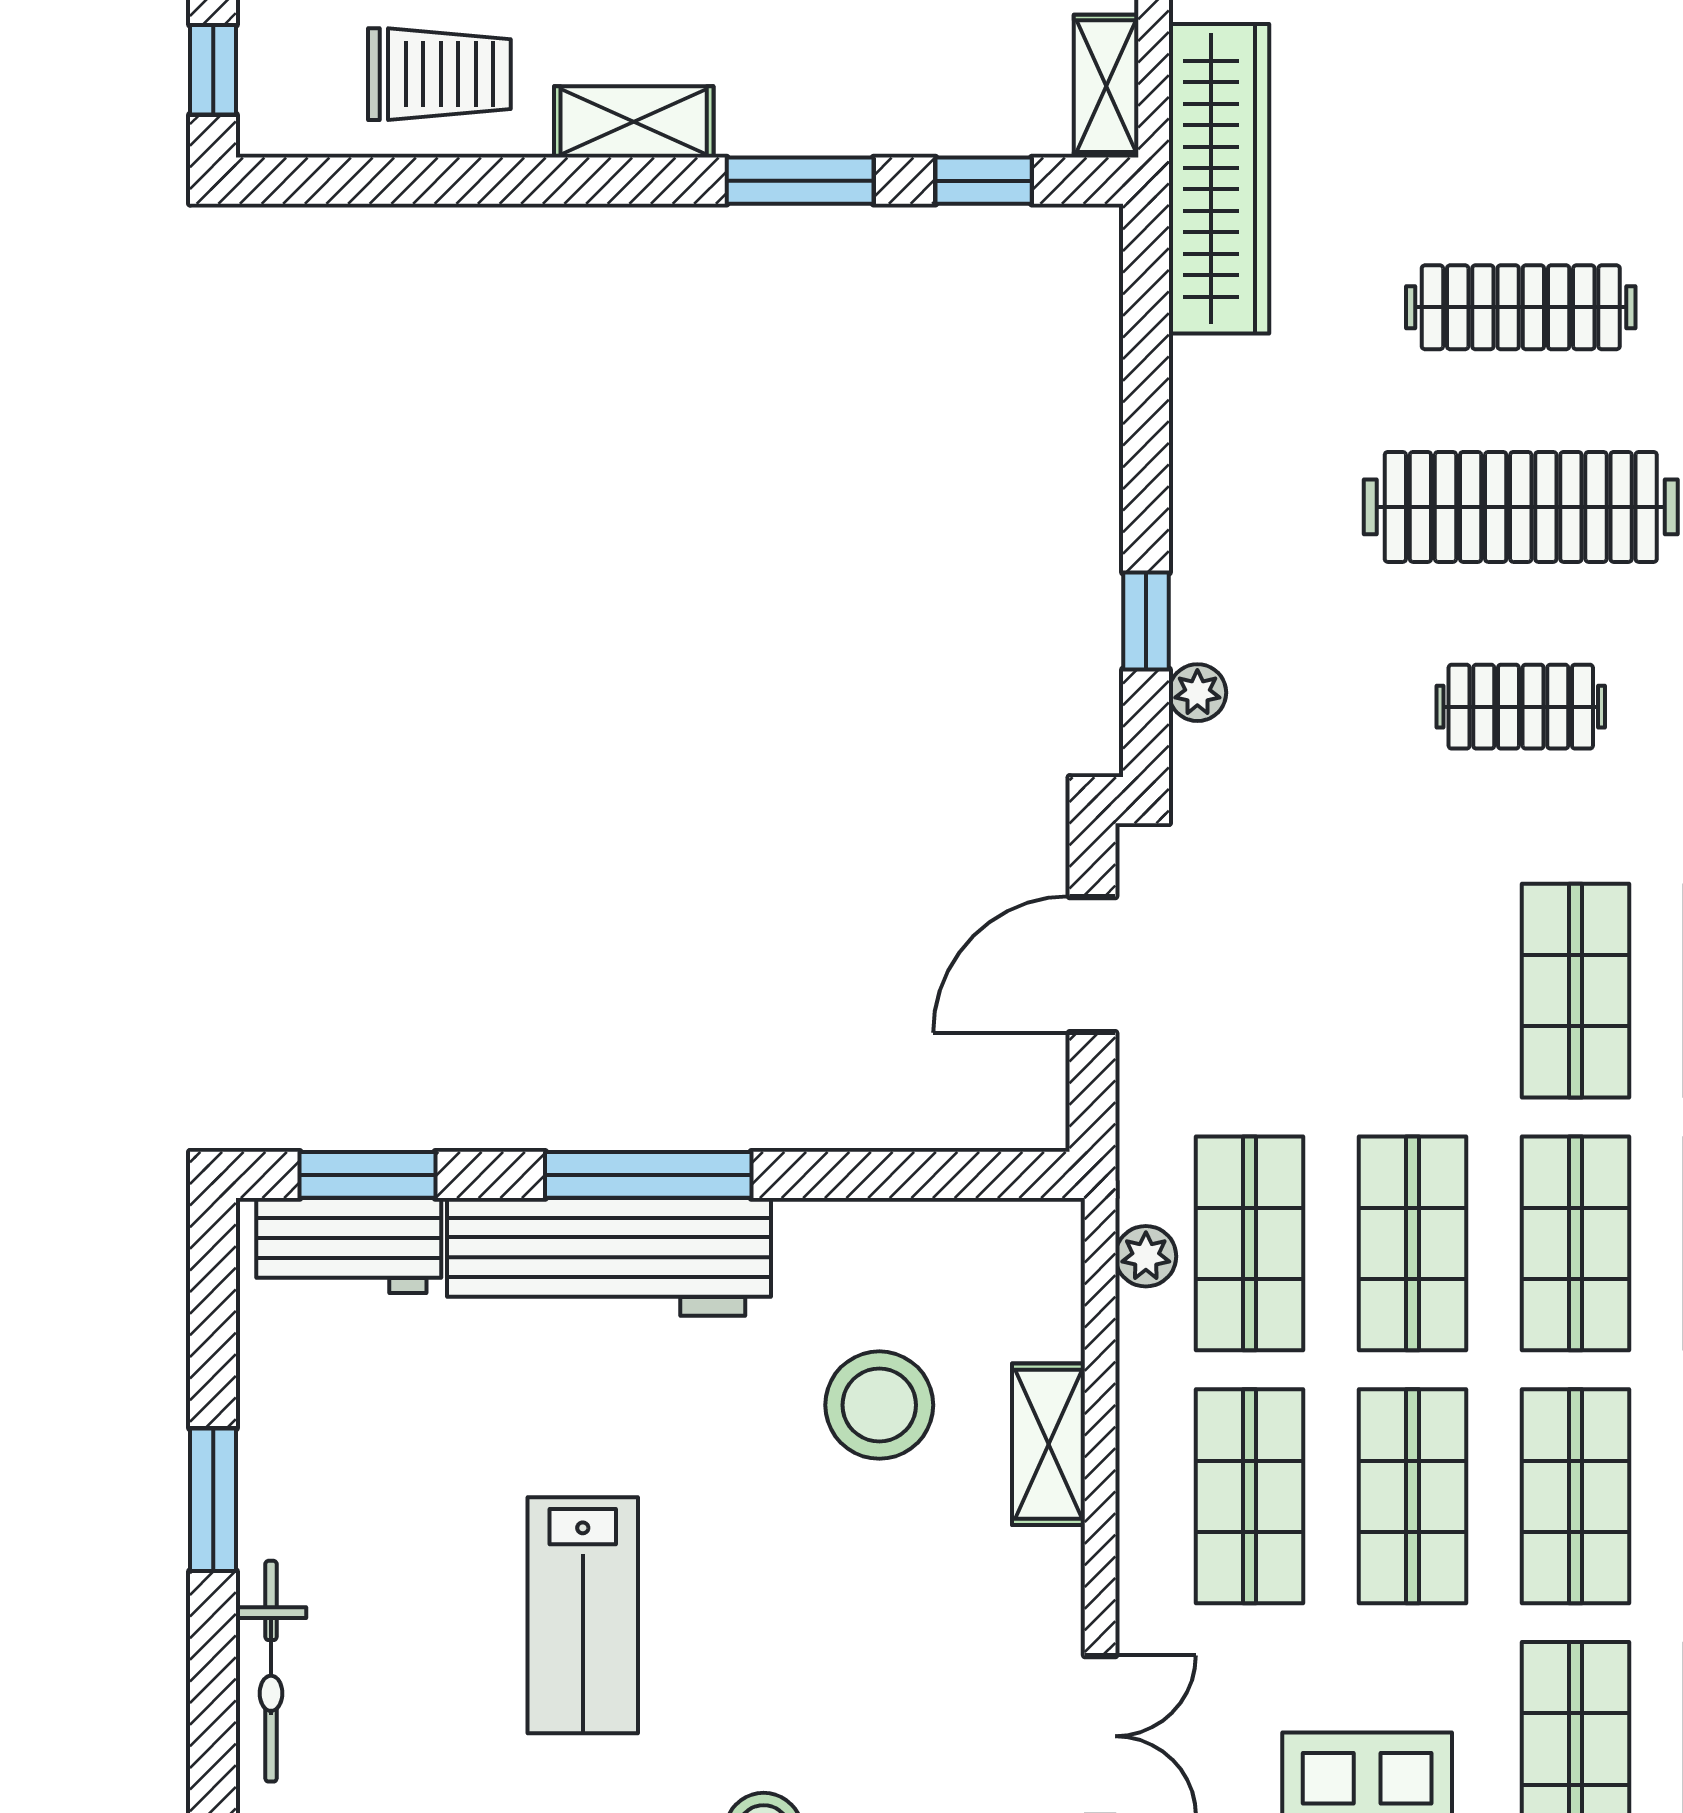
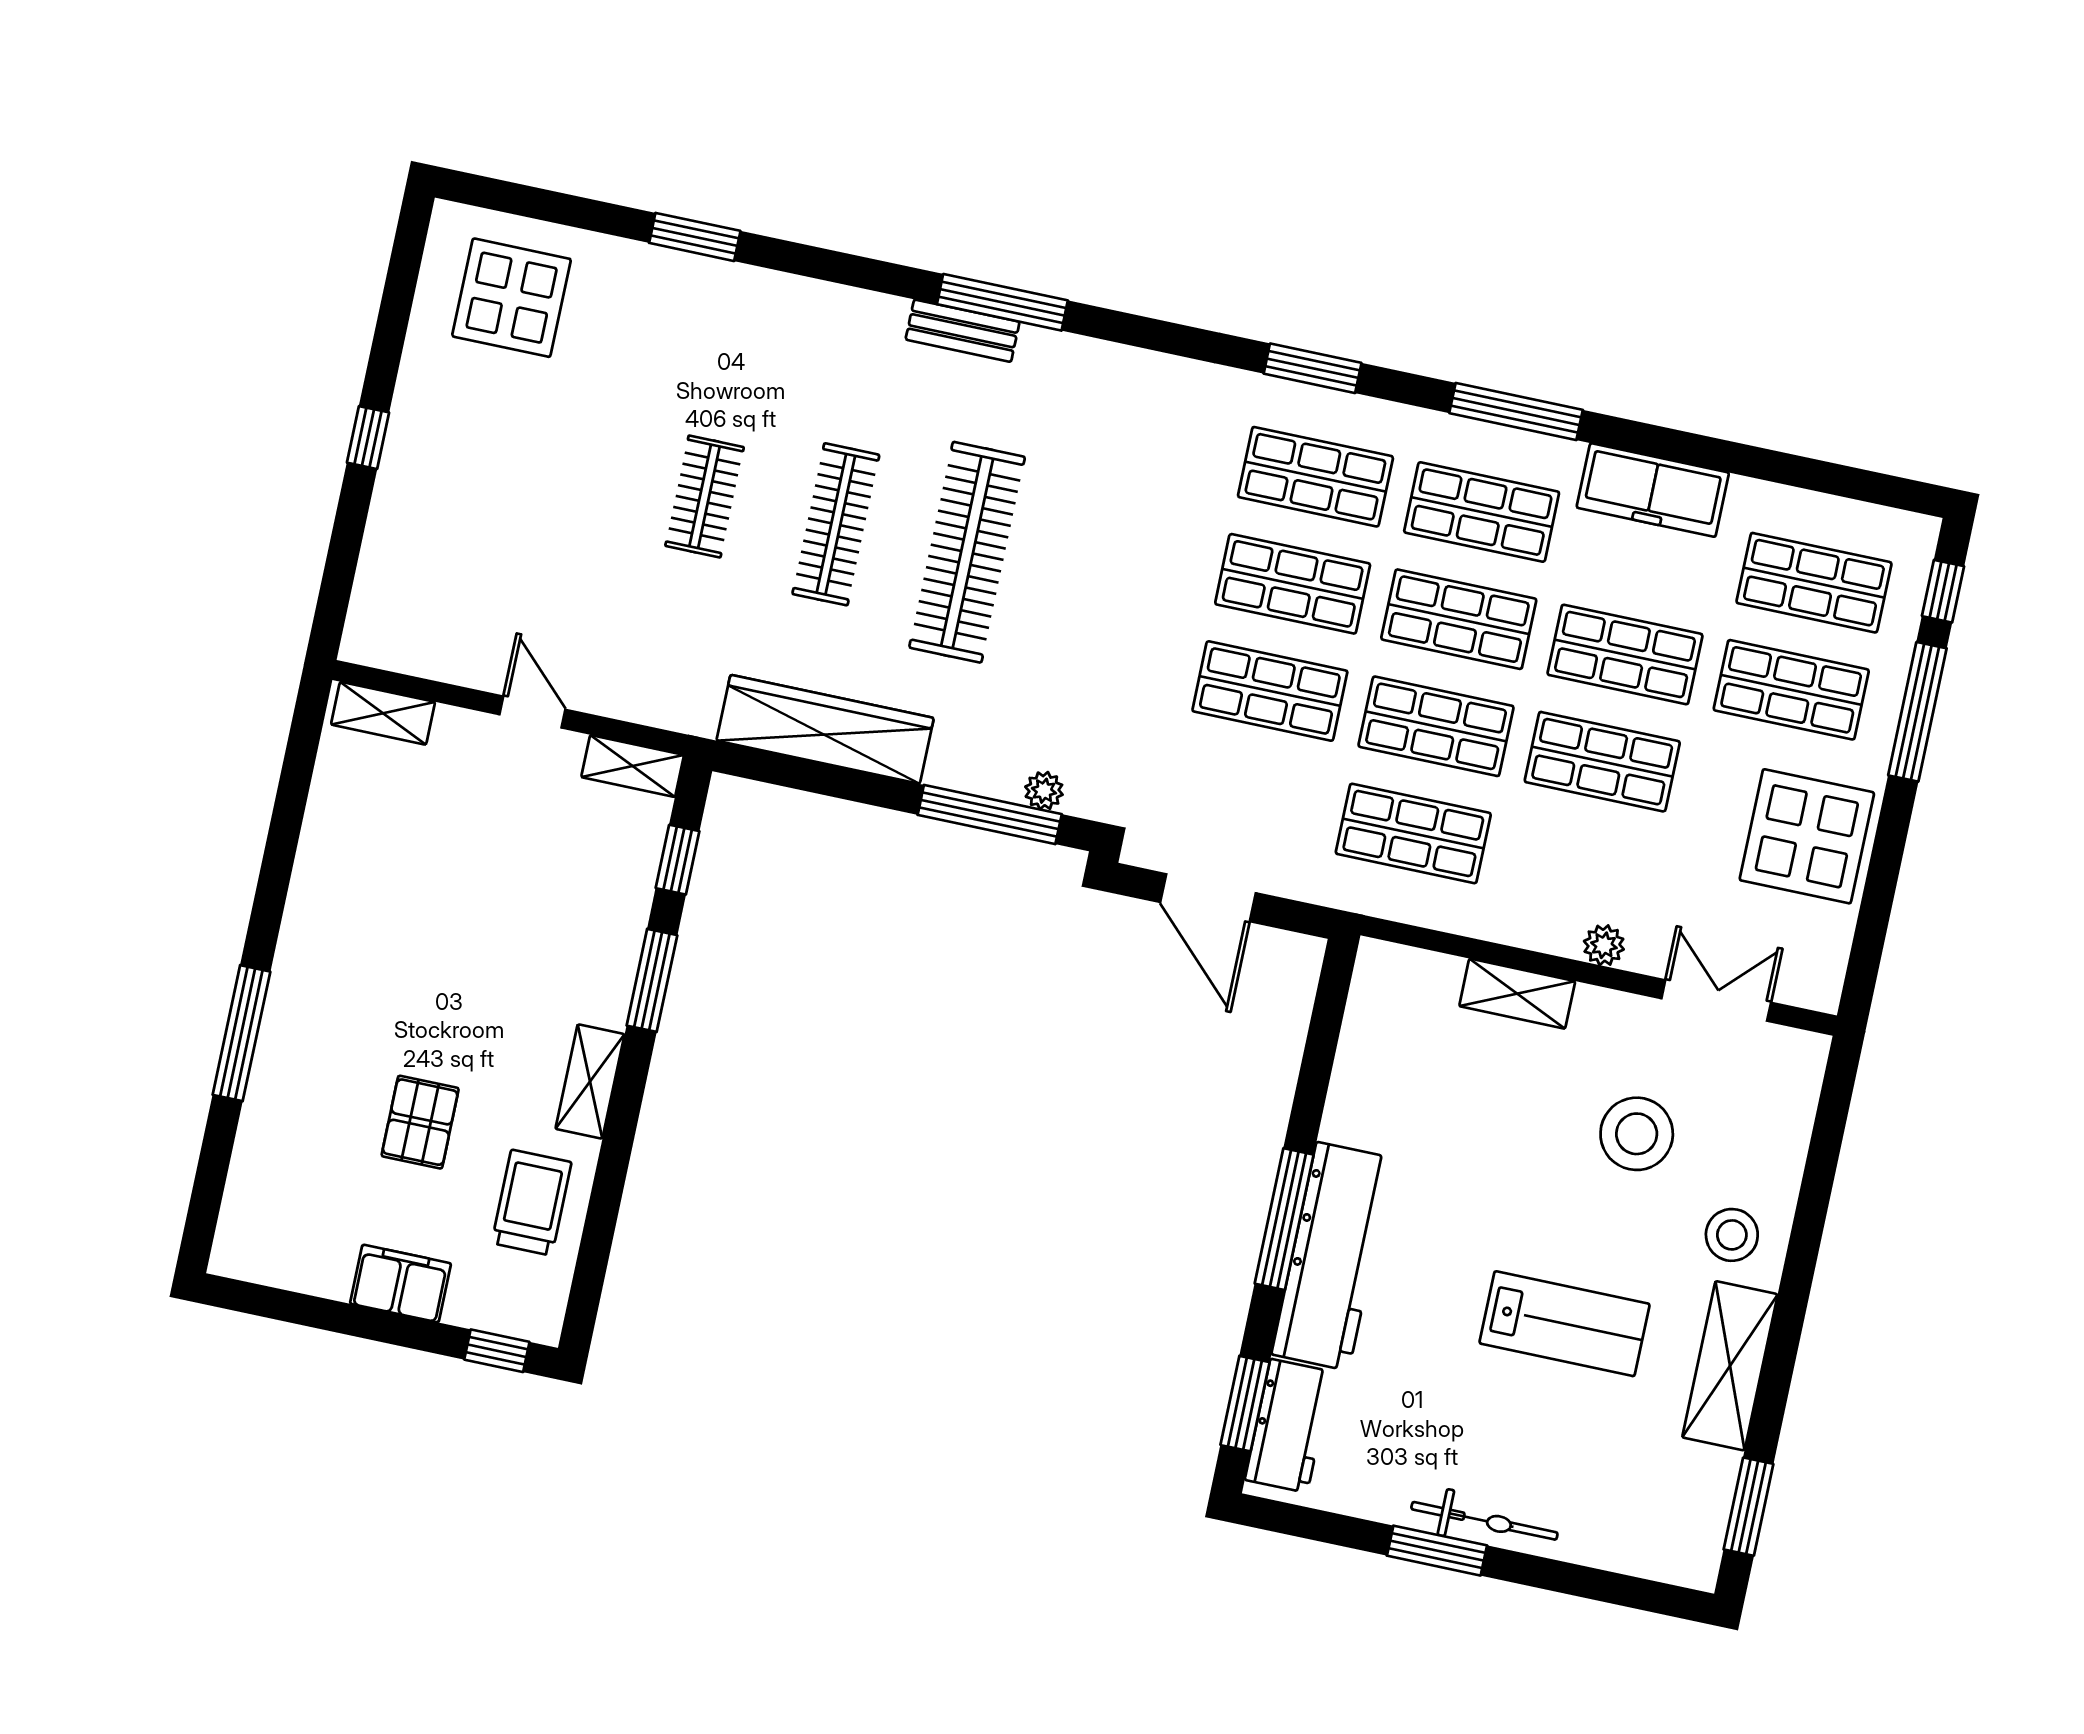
wardrobe: (1219, 179) -> (825, 729), moved
window: (1146, 621) -> (990, 814), width x2.17
clothes rail: (1521, 707) -> (705, 496), moved
plant: (1146, 1256) -> (1604, 945), moved
stool: (879, 1405) -> (1637, 1134), moved
shop shelf: (1249, 1496) -> (1270, 691), moved
bicycle: (271, 1671) -> (1484, 1521), moved

